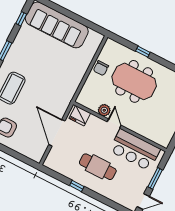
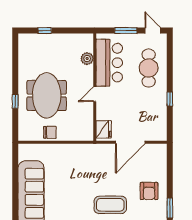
plant: (104, 110) -> (87, 59), moved
cafe table: (98, 167) -> (149, 68), moved

